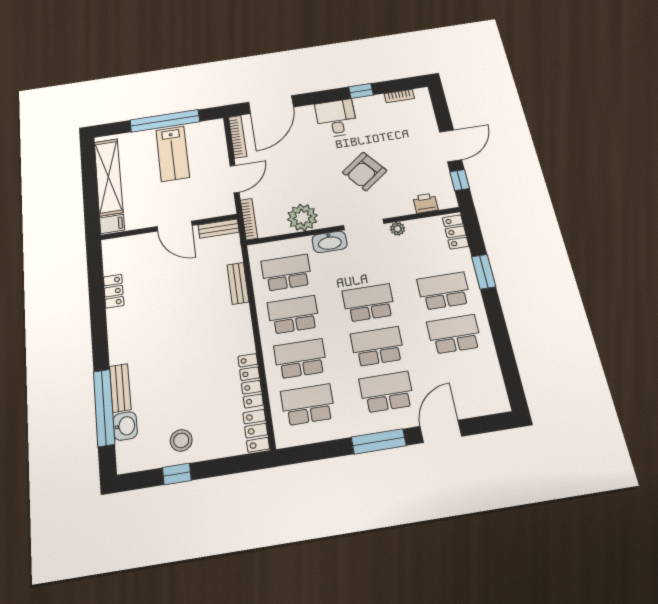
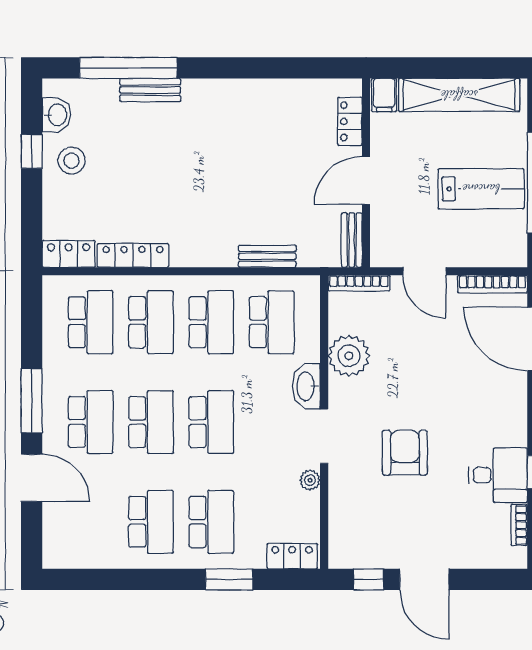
desk: (336, 118) -> (498, 475), moved
lab bench: (173, 154) -> (481, 189), turned 180
armchair: (365, 171) -> (405, 453), turned 38
printer: (425, 203) -> (342, 525), removed
locker: (114, 291) -> (350, 121), moved, turned 90
washbasin: (125, 426) -> (57, 115), moved, turned -90

